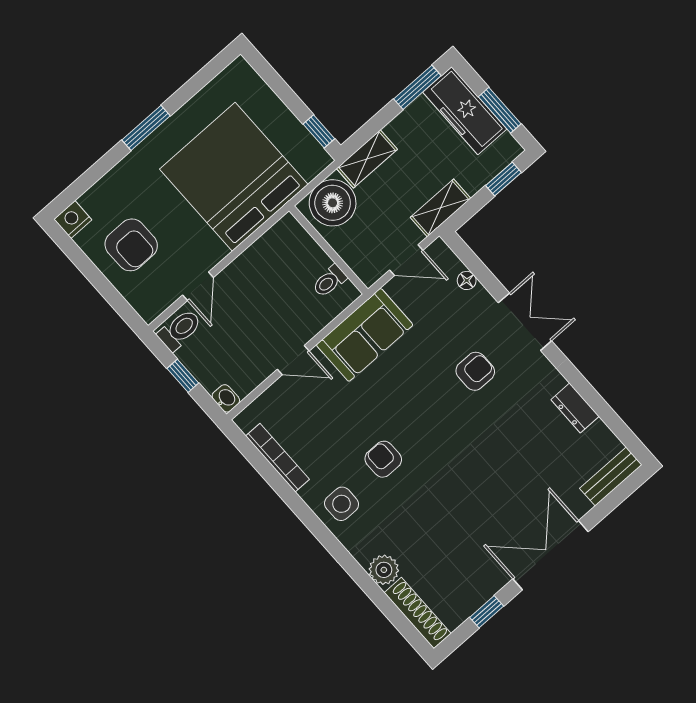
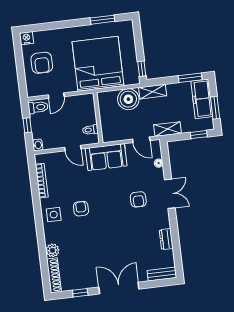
window: (146, 128) -> (102, 20), moved
wall: (329, 250) -> (98, 118), moved
toilet: (330, 281) -> (90, 130), moved
armchair: (475, 371) -> (138, 199), turned 90

